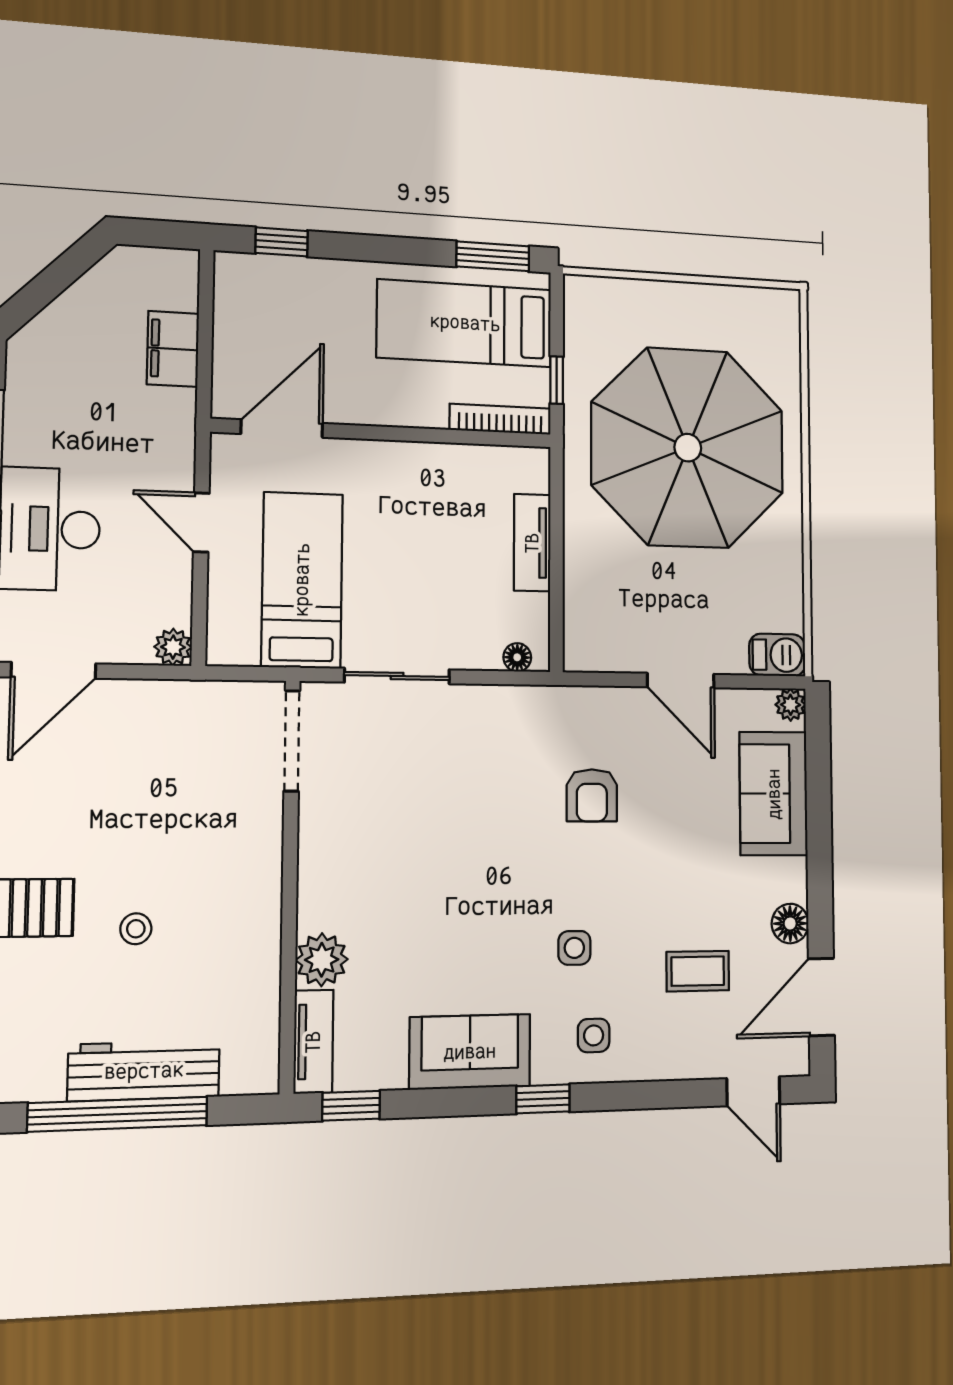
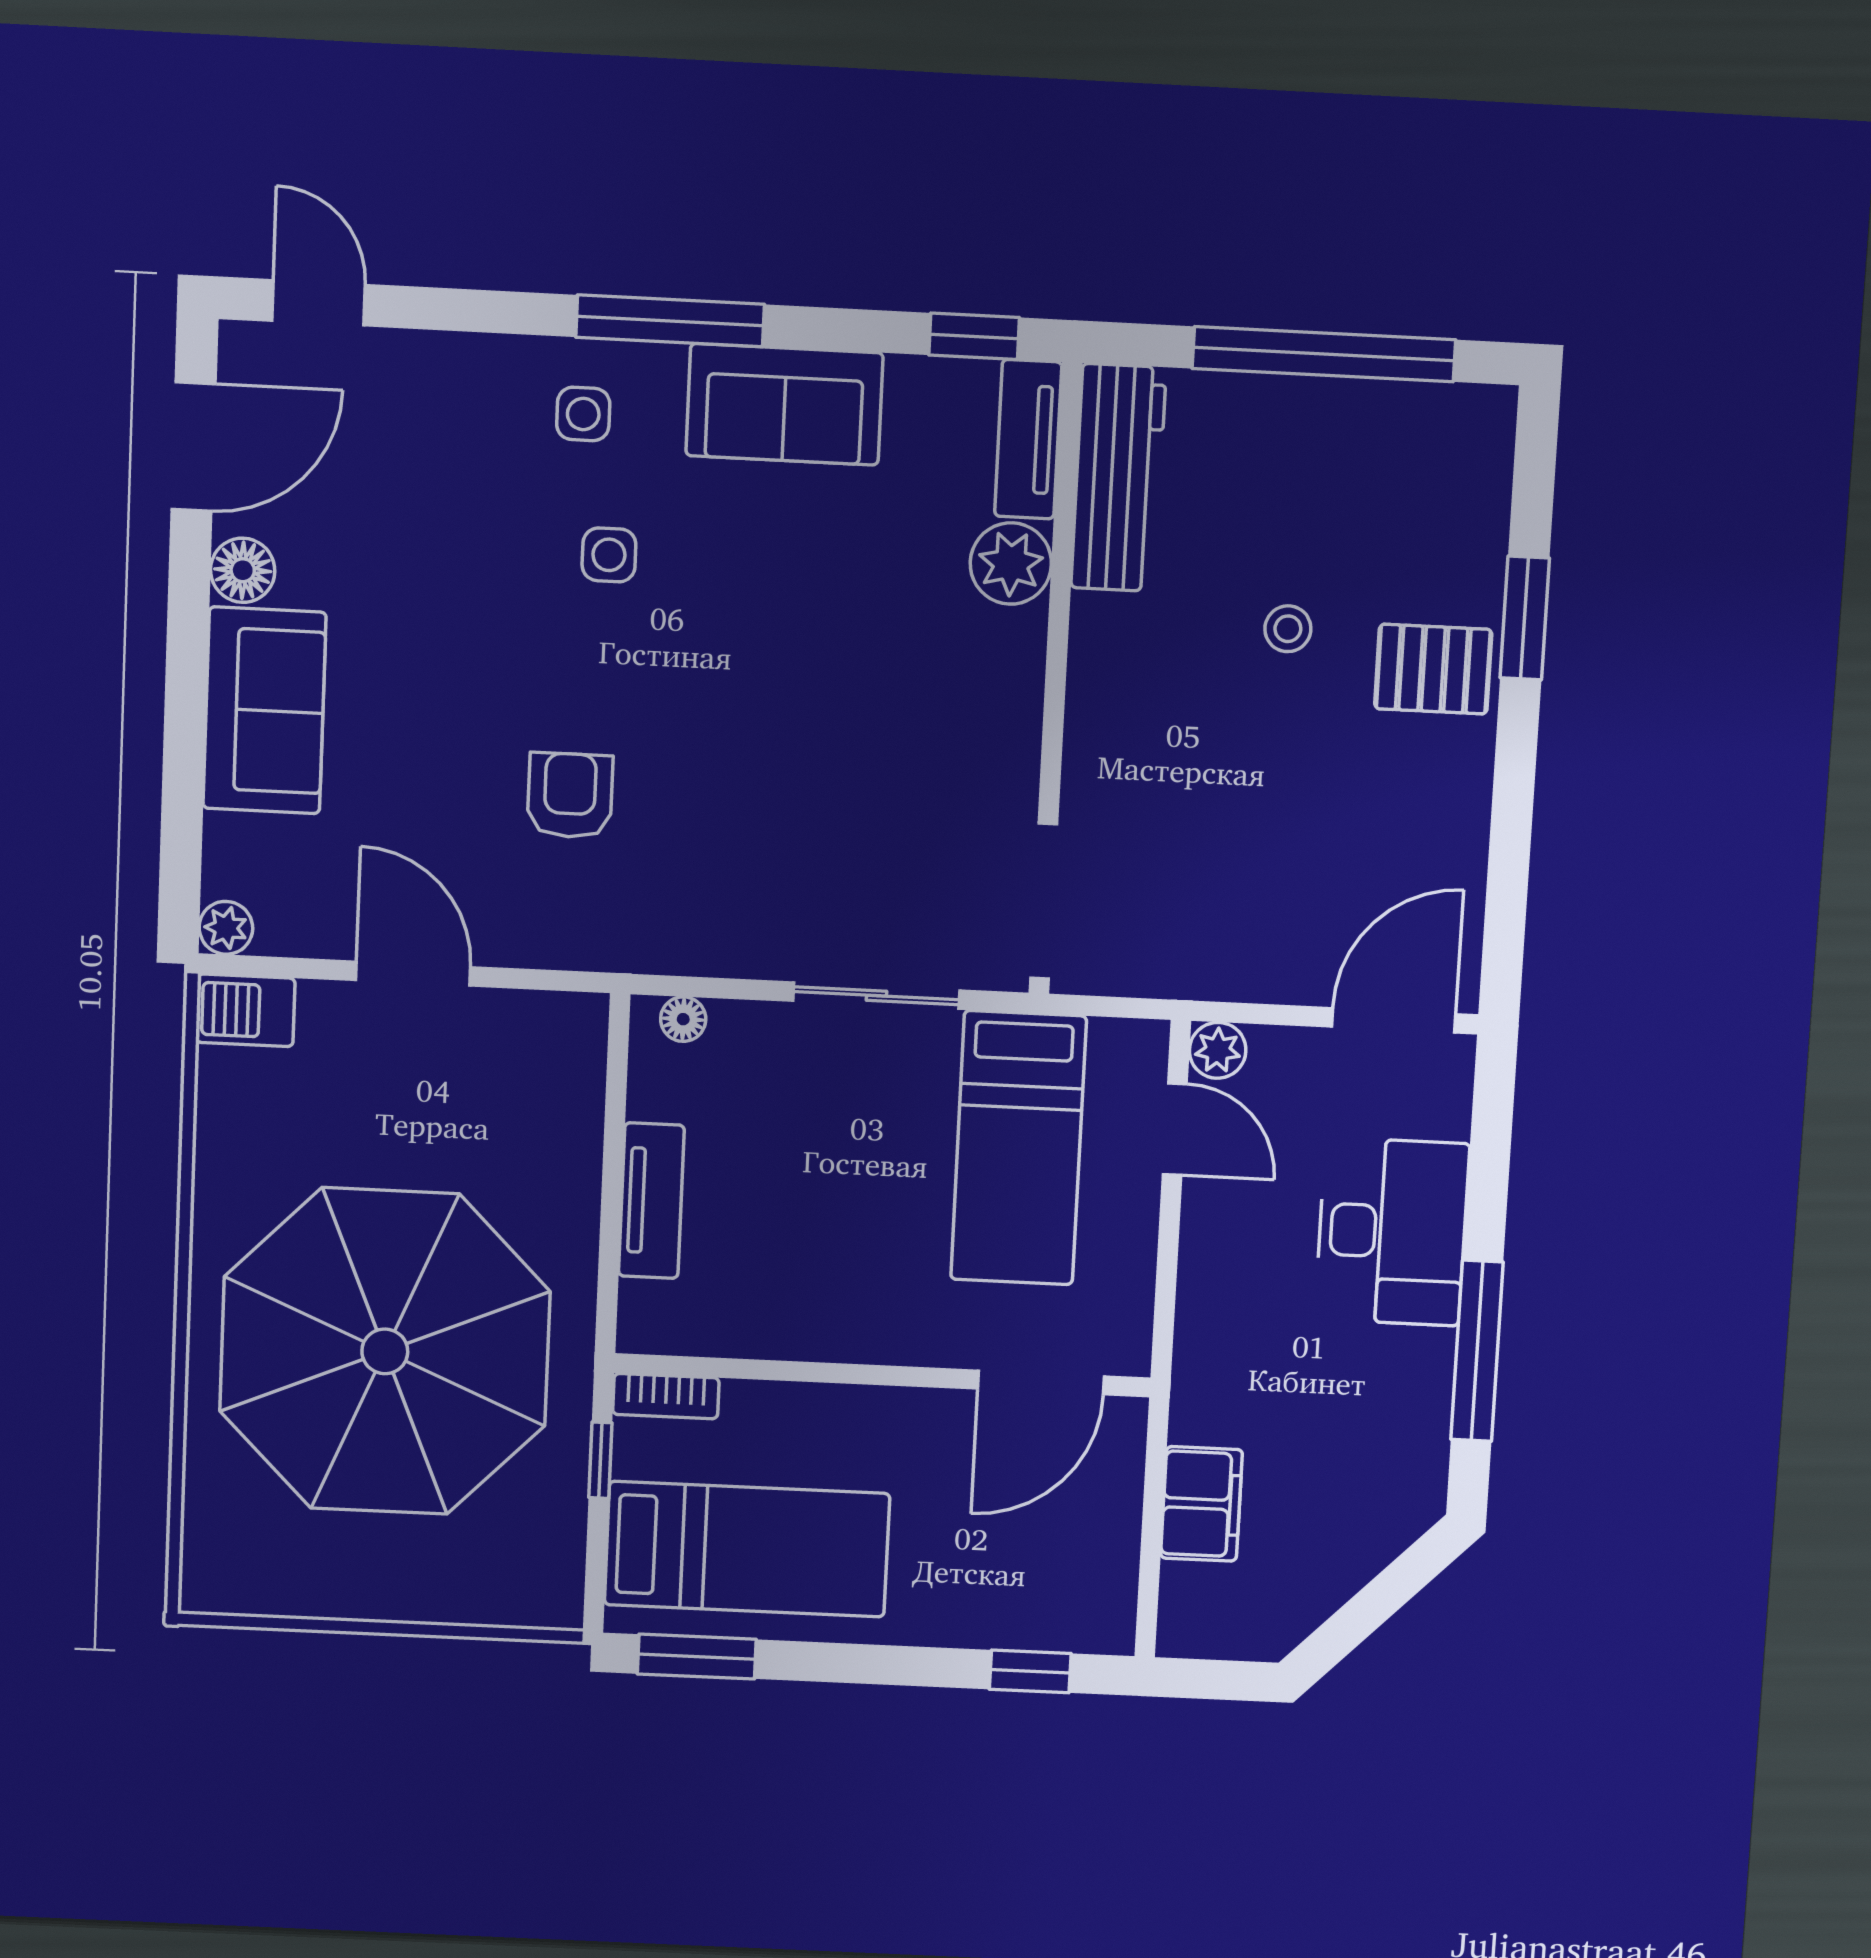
bookcase: (500, 419) -> (666, 1396), width x0.64
door: (201, 522) -> (1175, 1129), moved
sofa: (774, 794) -> (264, 710), moved
coffee table: (698, 971) -> (405, 504), removed
workbench: (144, 1071) -> (1118, 478), moved, turned -90
window: (543, 1099) -> (670, 321), width x2.17

